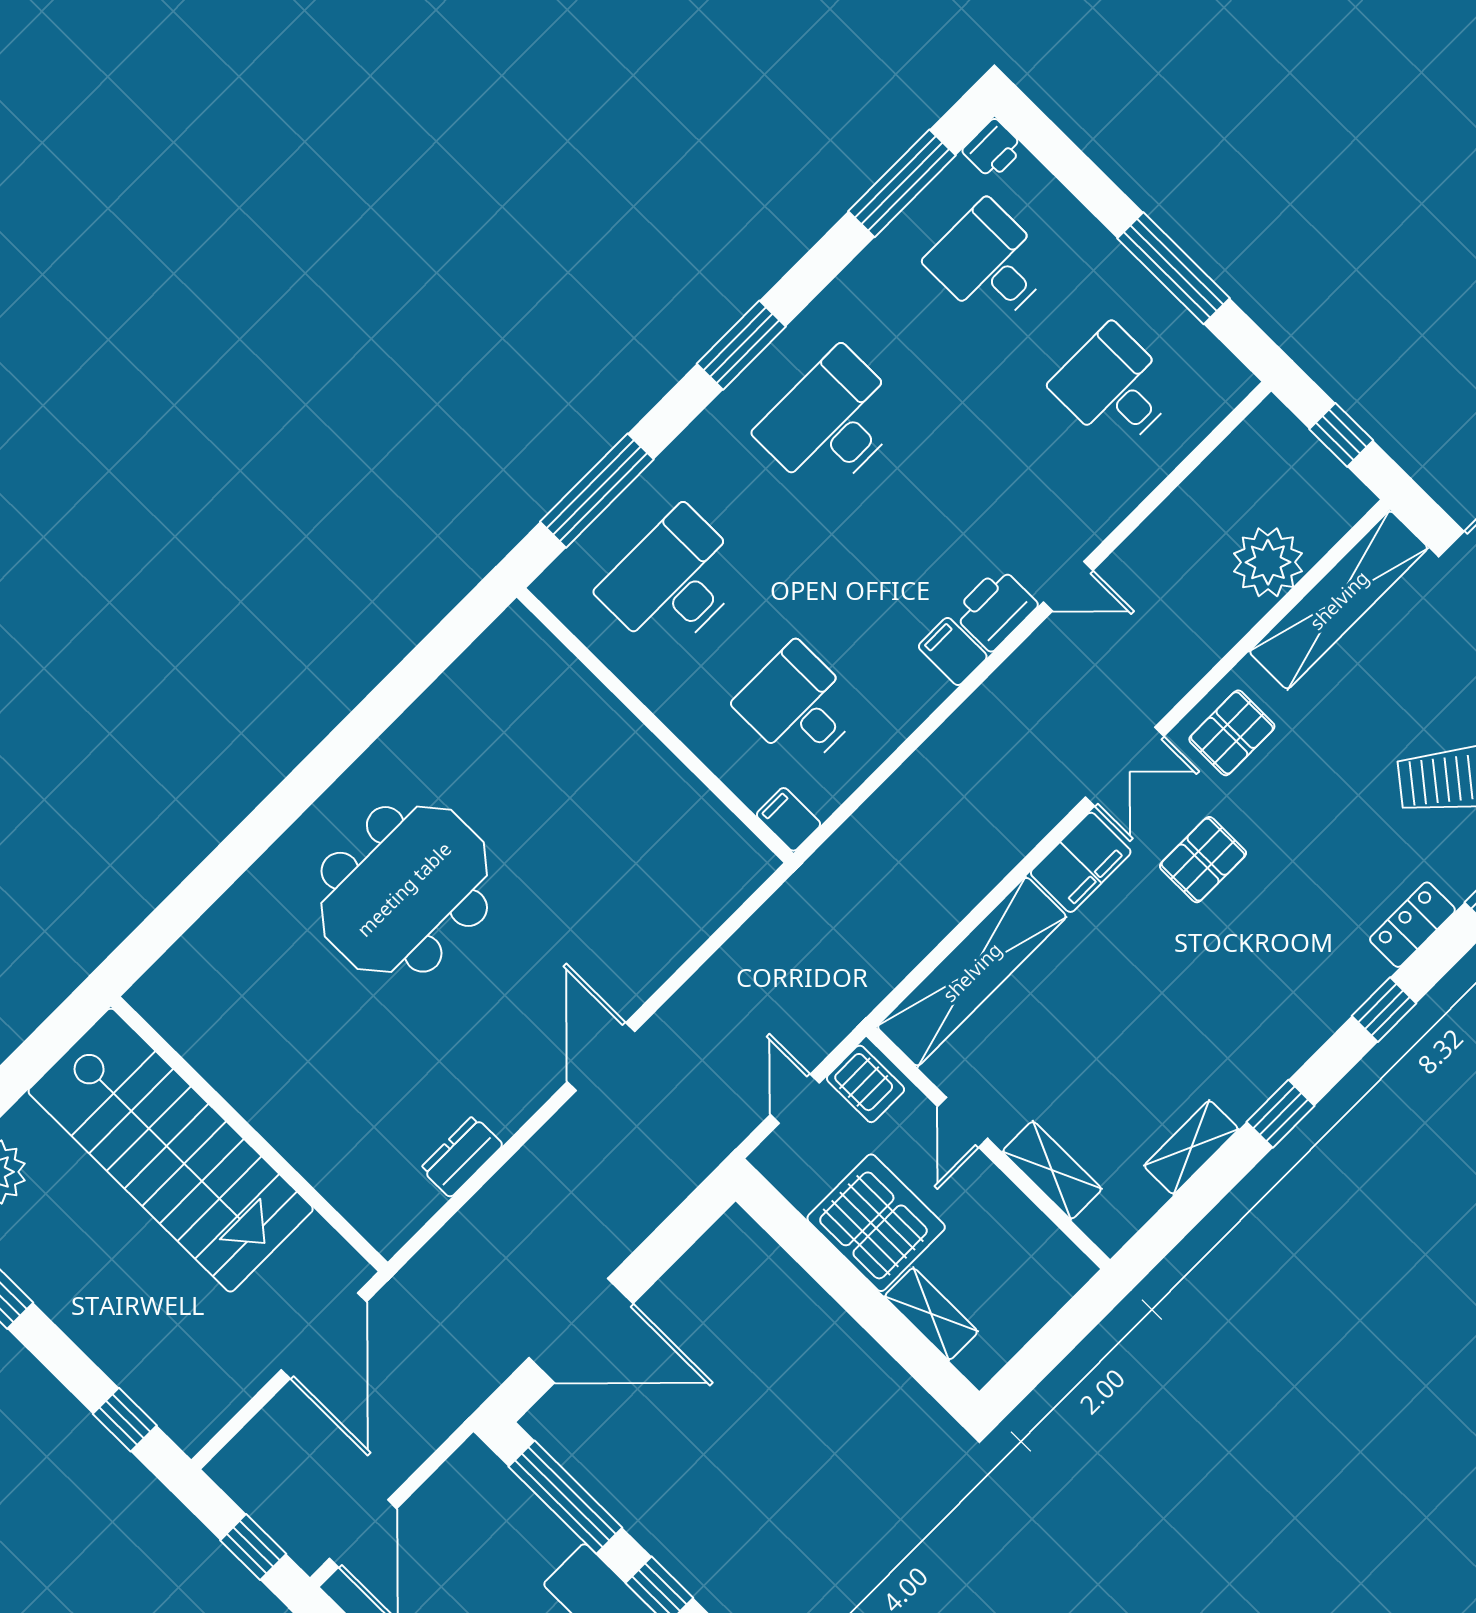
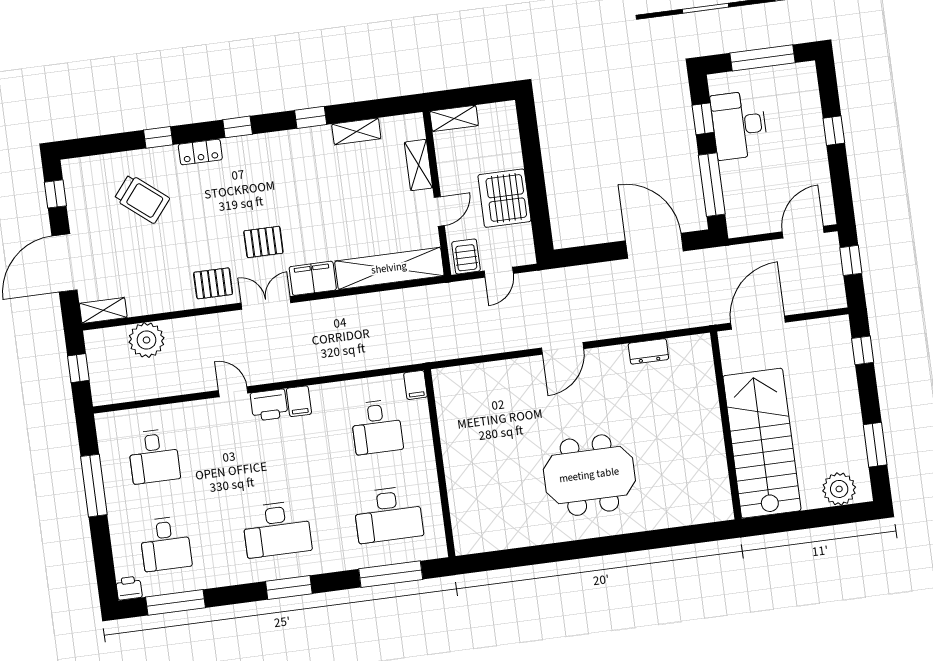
shelving: (1339, 600) -> (103, 310), width x0.45, depth x0.75
shelving: (931, 1314) -> (454, 118), moved, turned 90

